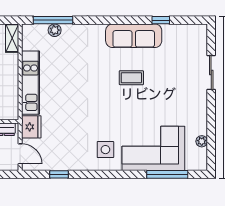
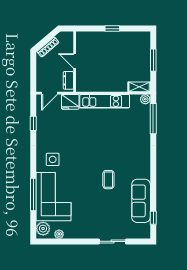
window: (161, 20) -> (153, 218), moved
plant: (55, 30) -> (145, 99), moved
sofa: (134, 36) -> (141, 201), moved
plant: (194, 162) -> (43, 229), added
window: (167, 174) -> (33, 195), moved

